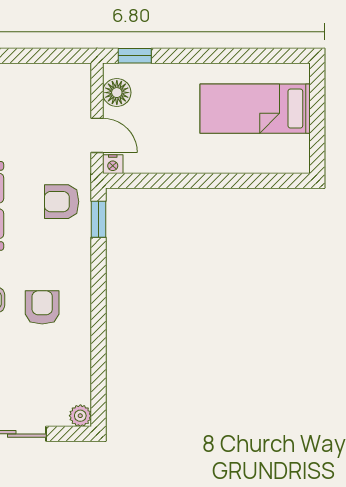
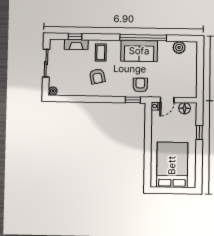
window: (135, 56) -> (199, 133), moved
bed: (255, 109) -> (172, 165), width x1.50
armchair: (42, 307) -> (97, 76), turned 78

